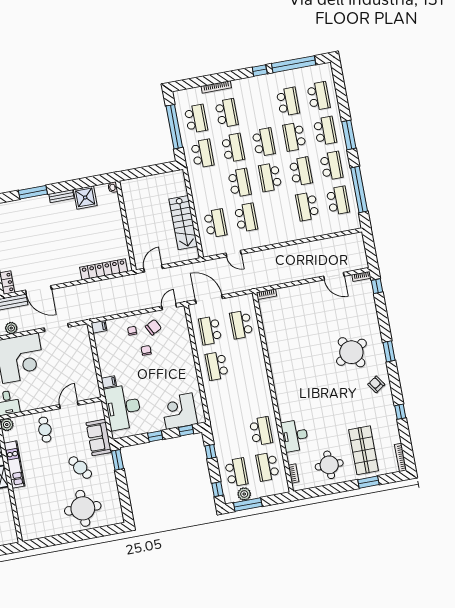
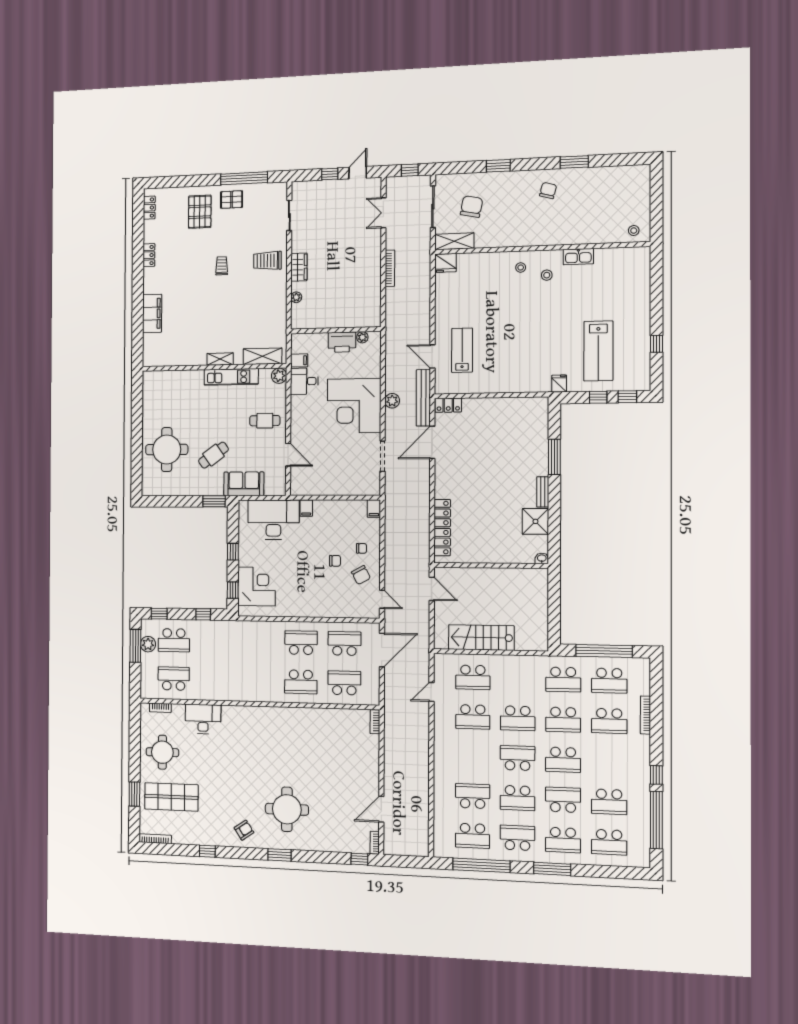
school desk: (331, 166) -> (517, 838), turned 180
round table: (351, 352) -> (287, 809), turned 30
school desk: (261, 431) -> (301, 682), moved

